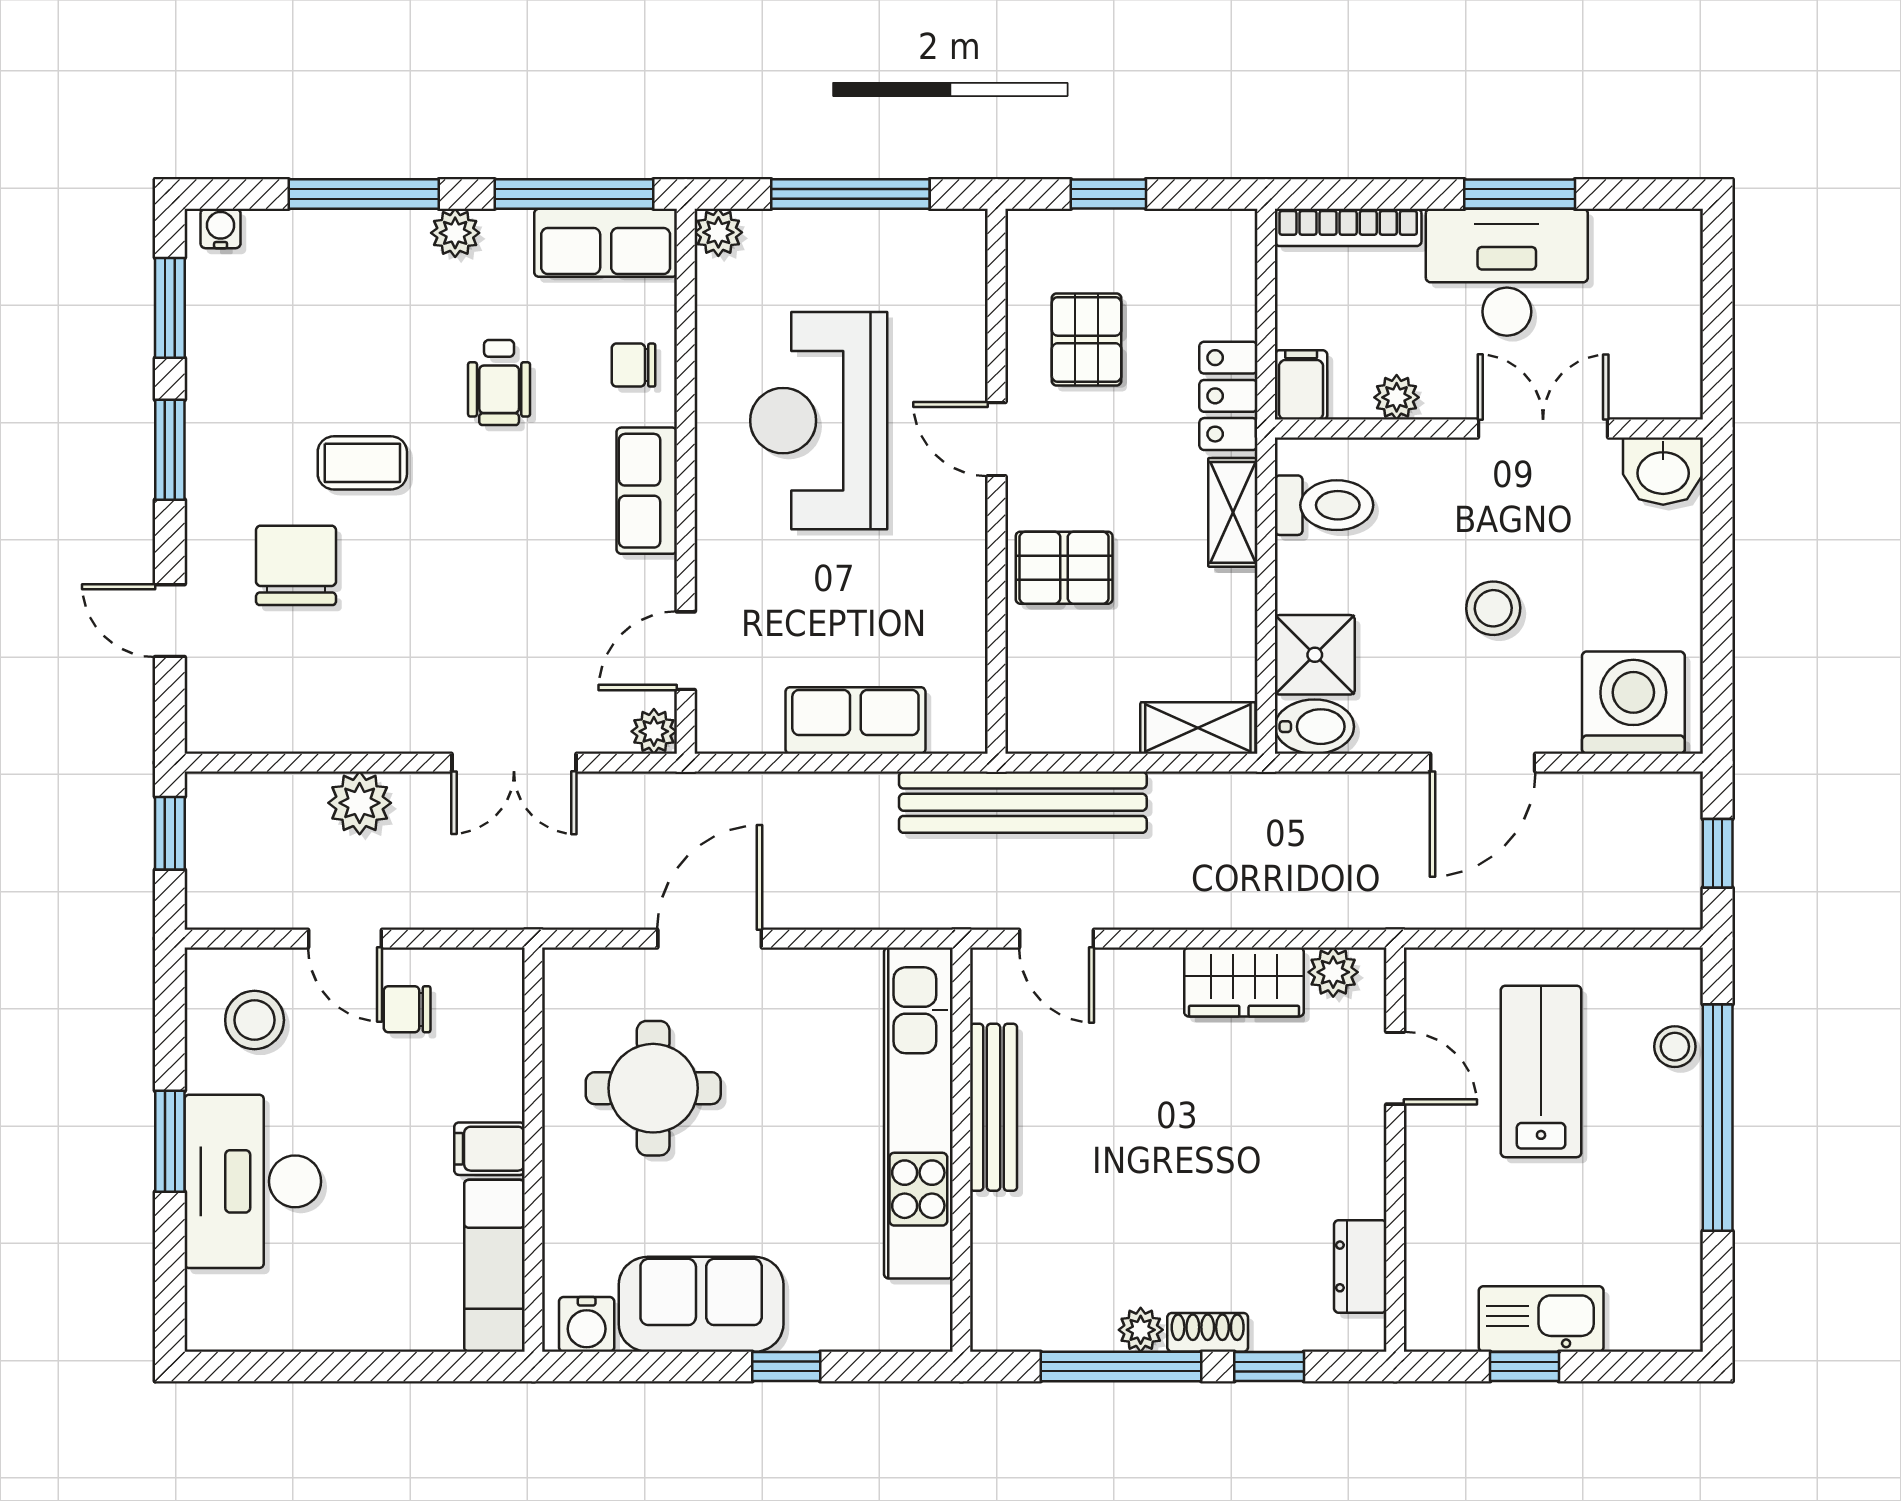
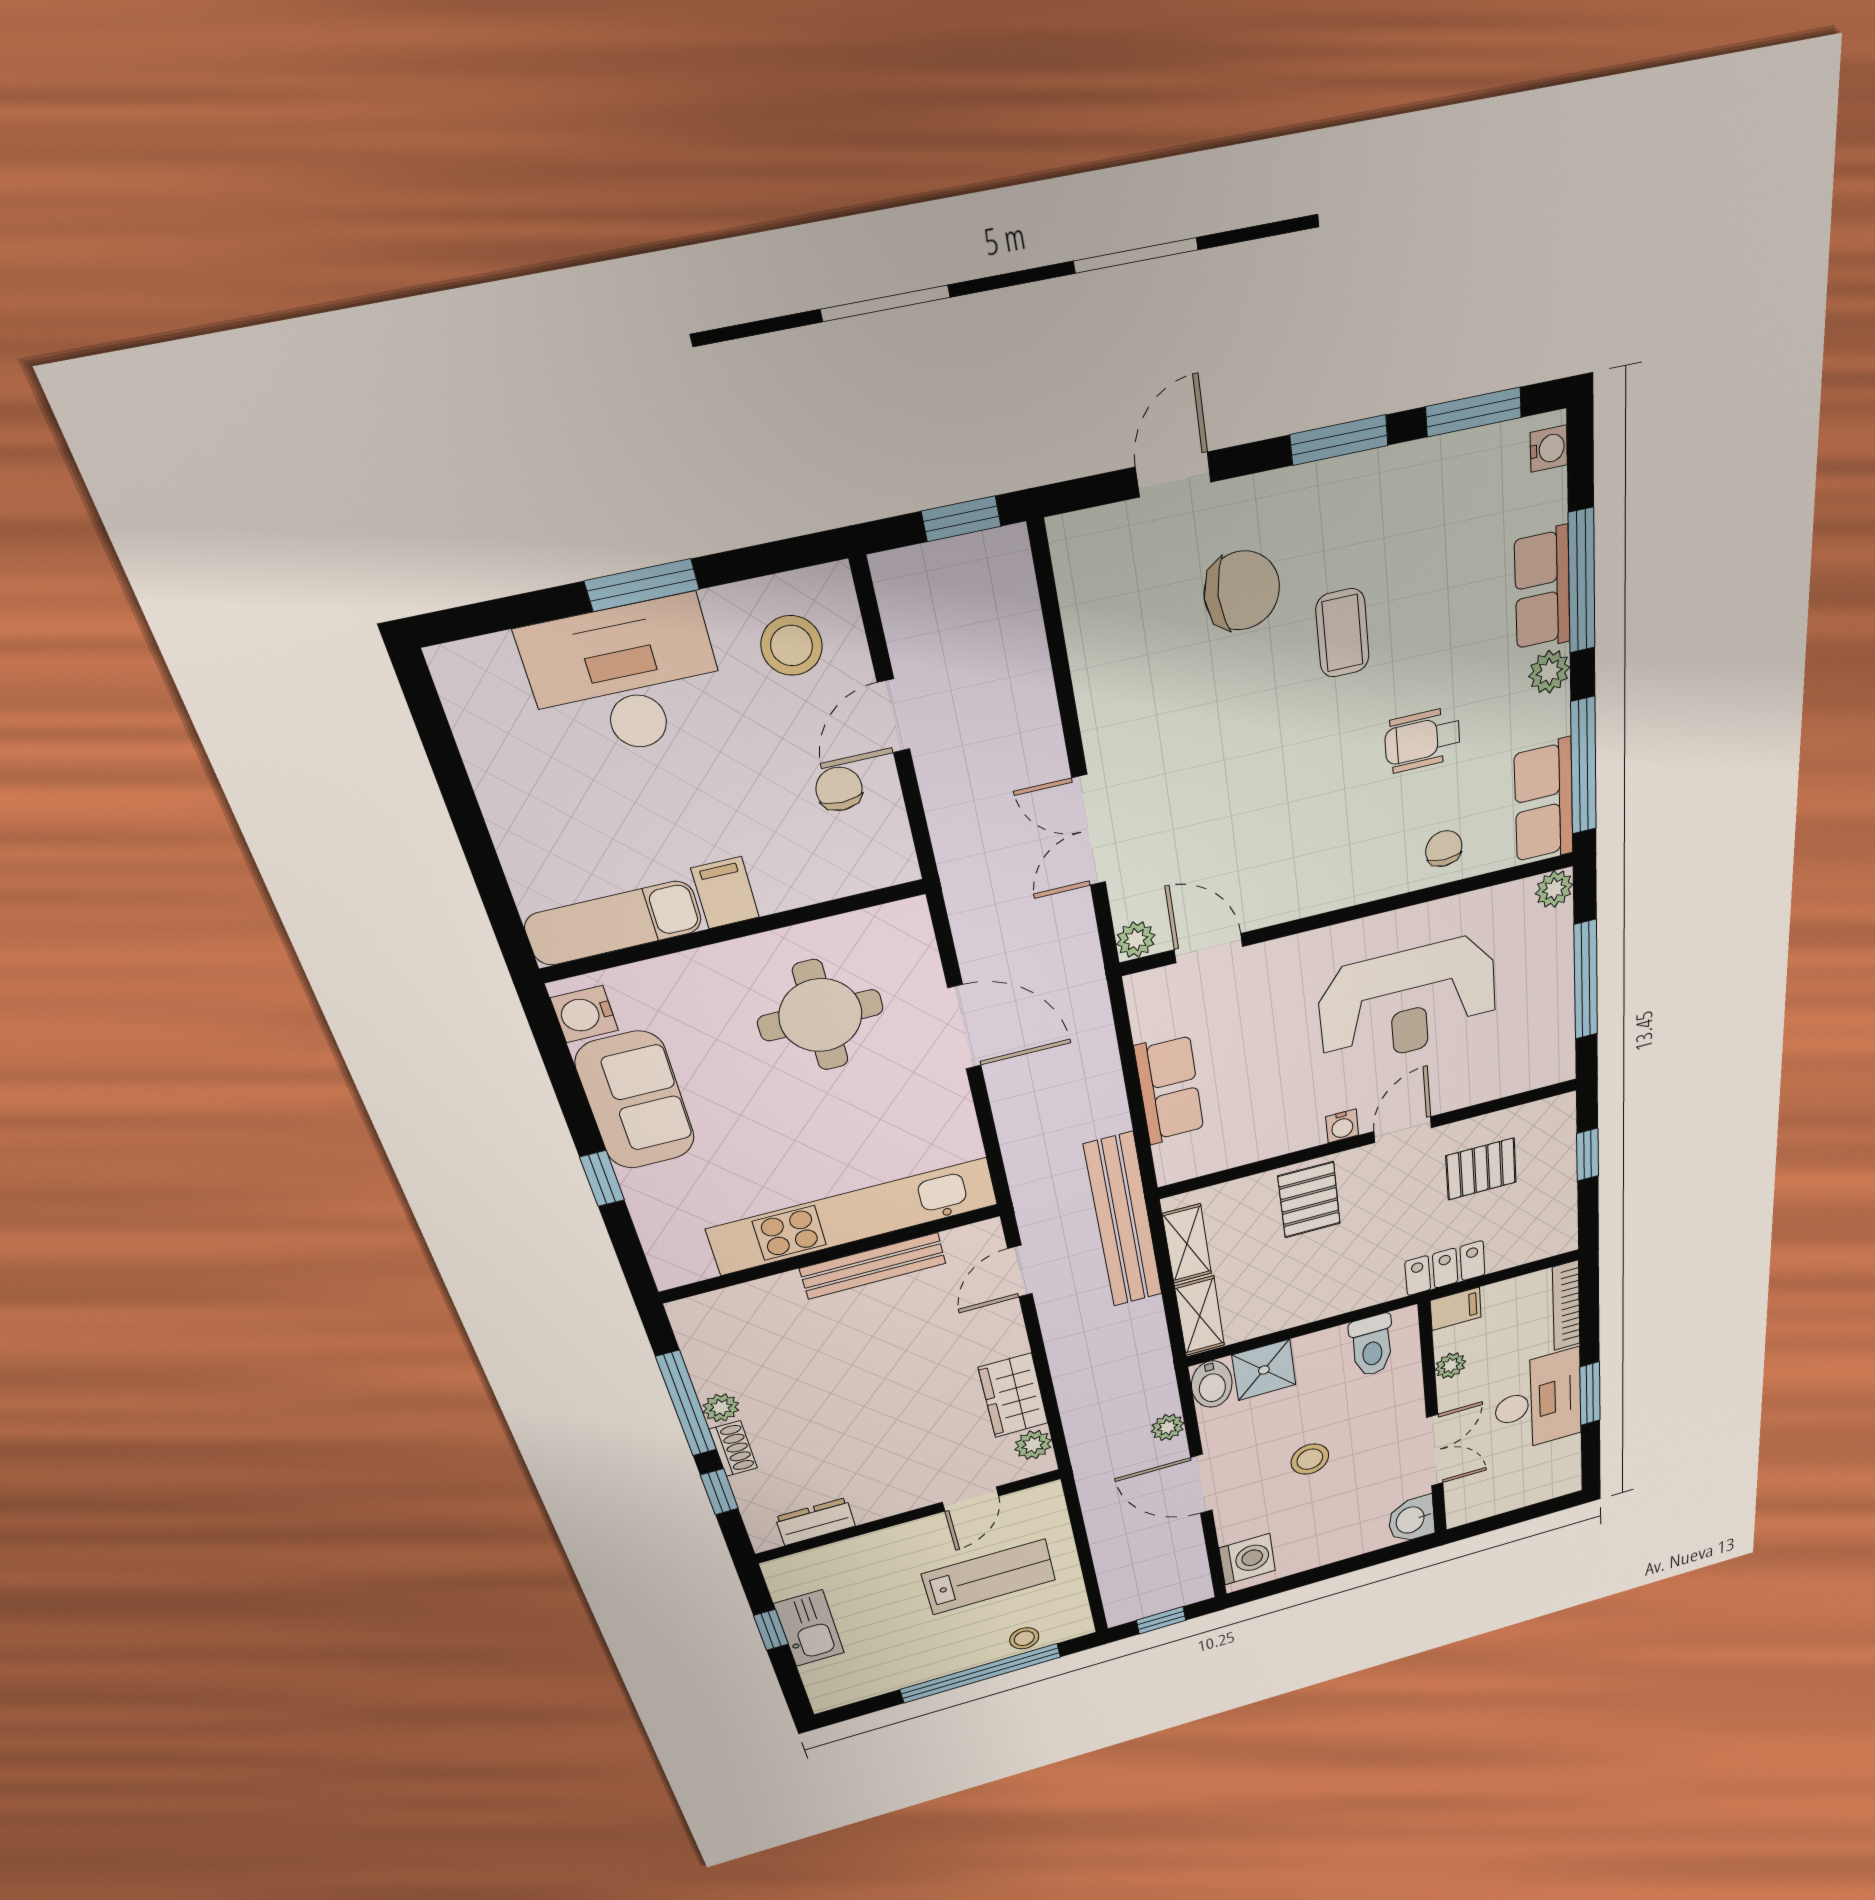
reception desk: (819, 421) -> (1408, 1002), turned 180
row of seats: (647, 491) -> (1542, 589), moved, turned -90
shelving: (1233, 512) -> (1187, 1244), moved, turned 90
water cooler: (968, 516) -> (1342, 1126), added
washing machine: (1633, 703) -> (1247, 1559), width x0.73, depth x0.73
plant: (360, 803) -> (1168, 1427), moved, width x0.73, depth x0.73

